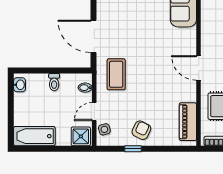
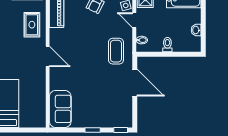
washbasin: (20, 85) -> (196, 30), moved
door: (94, 112) -> (134, 20), swing flipped

